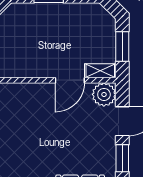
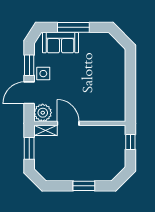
door: (70, 80) -> (68, 123), hinge flipped
side table: (103, 147) -> (43, 74), added

